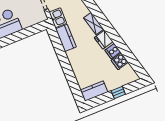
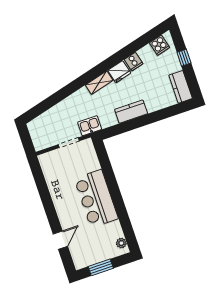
kitchen counter: (66, 38) -> (131, 112), moved
cooker: (120, 61) -> (159, 45), moved

